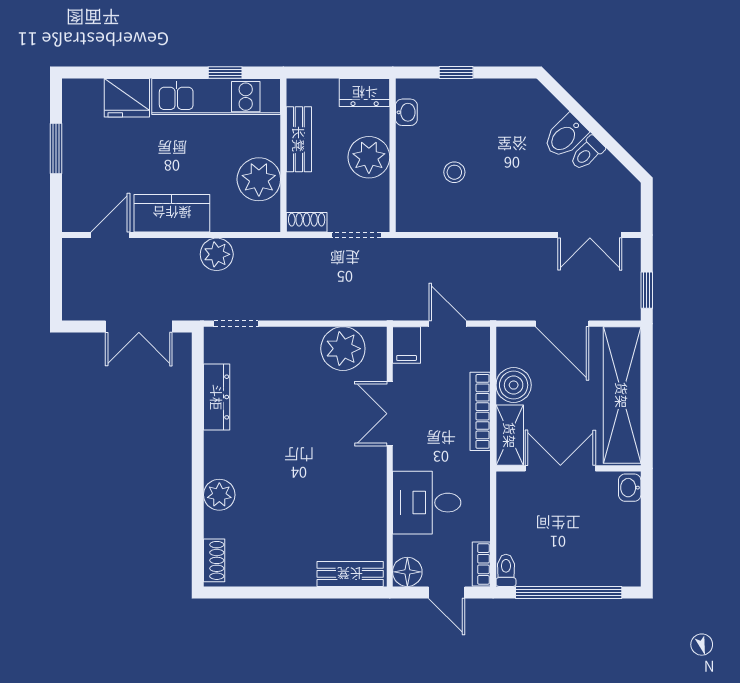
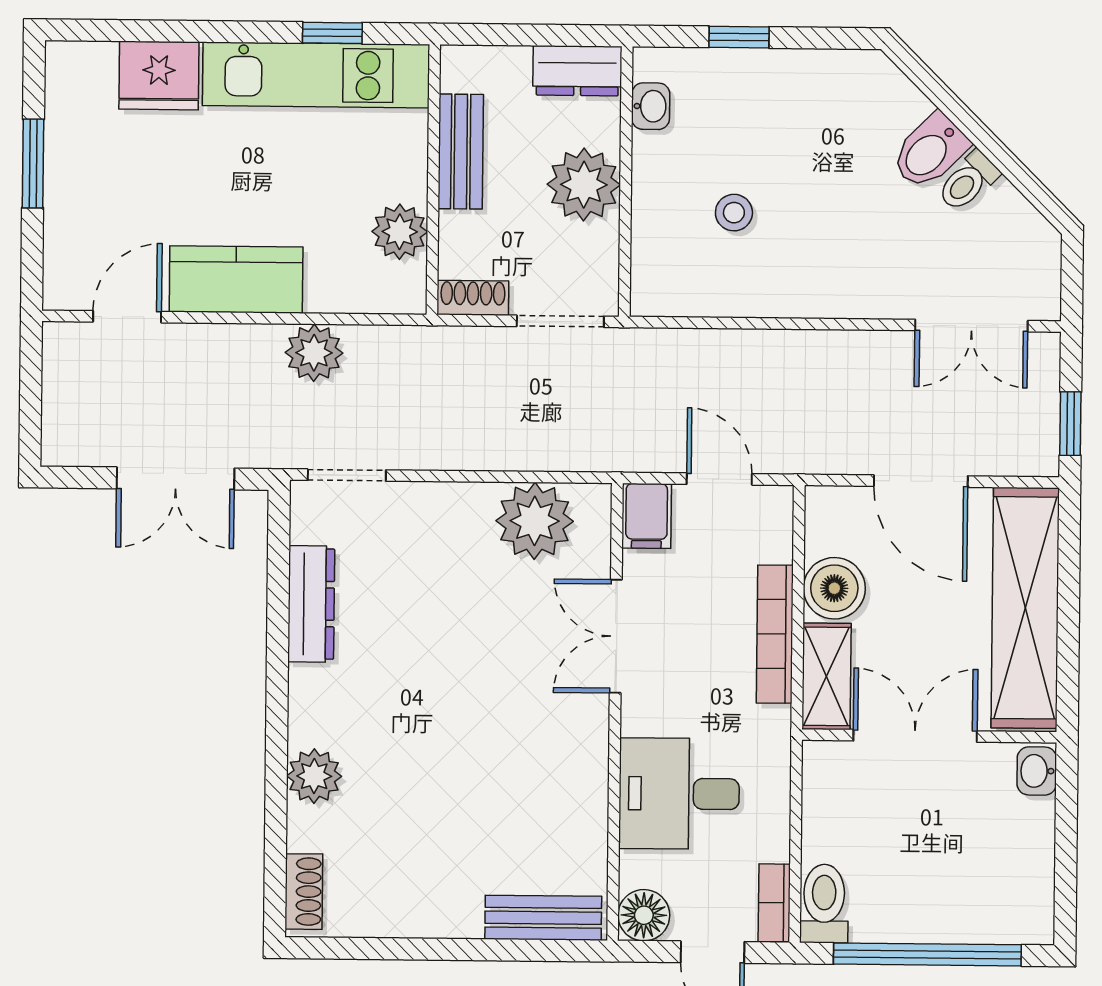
plant: (259, 179) -> (400, 232), width x0.73, depth x0.73
toilet: (506, 570) -> (824, 904), width x1.37, depth x1.39

